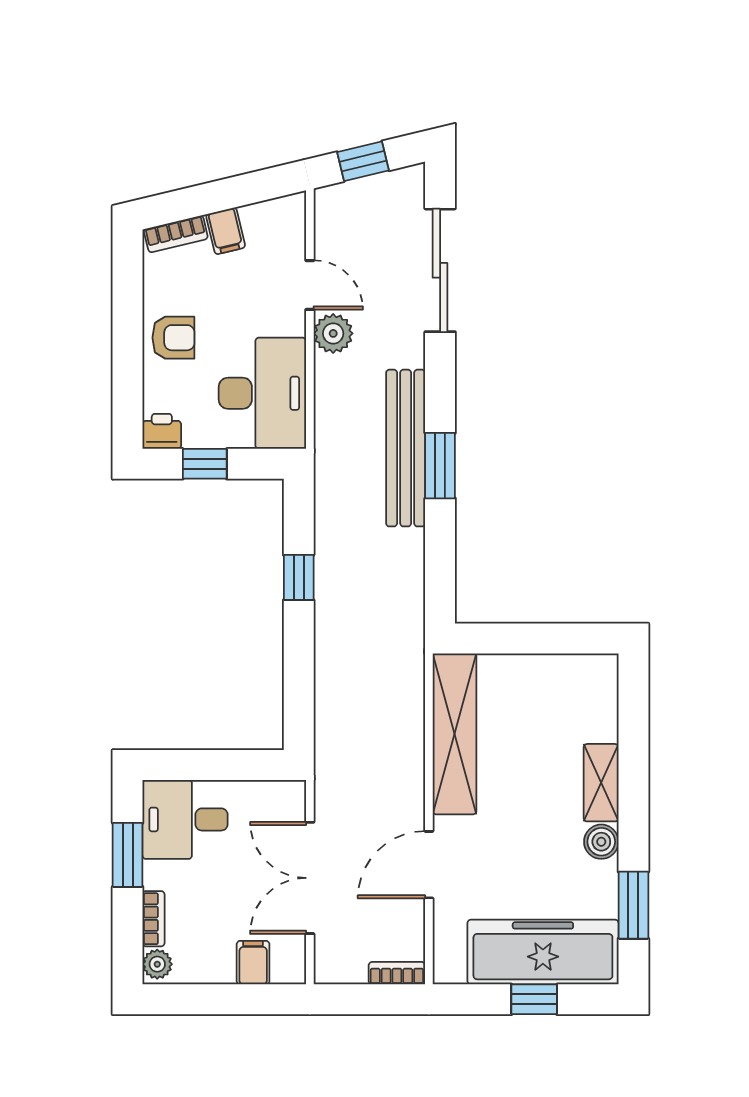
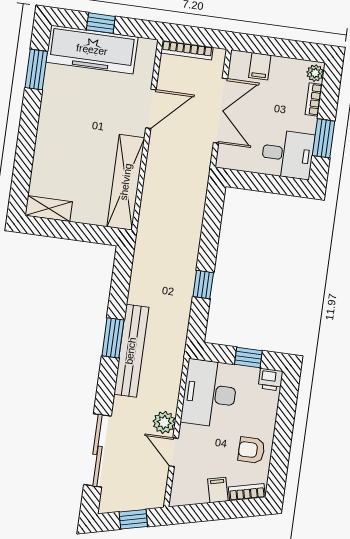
armchair: (173, 338) -> (251, 450), moved
shelving: (601, 783) -> (49, 209), moved, turned 90
boiler: (601, 842) -> (50, 109), removed
bookcase: (397, 973) -> (187, 50), width x1.56

